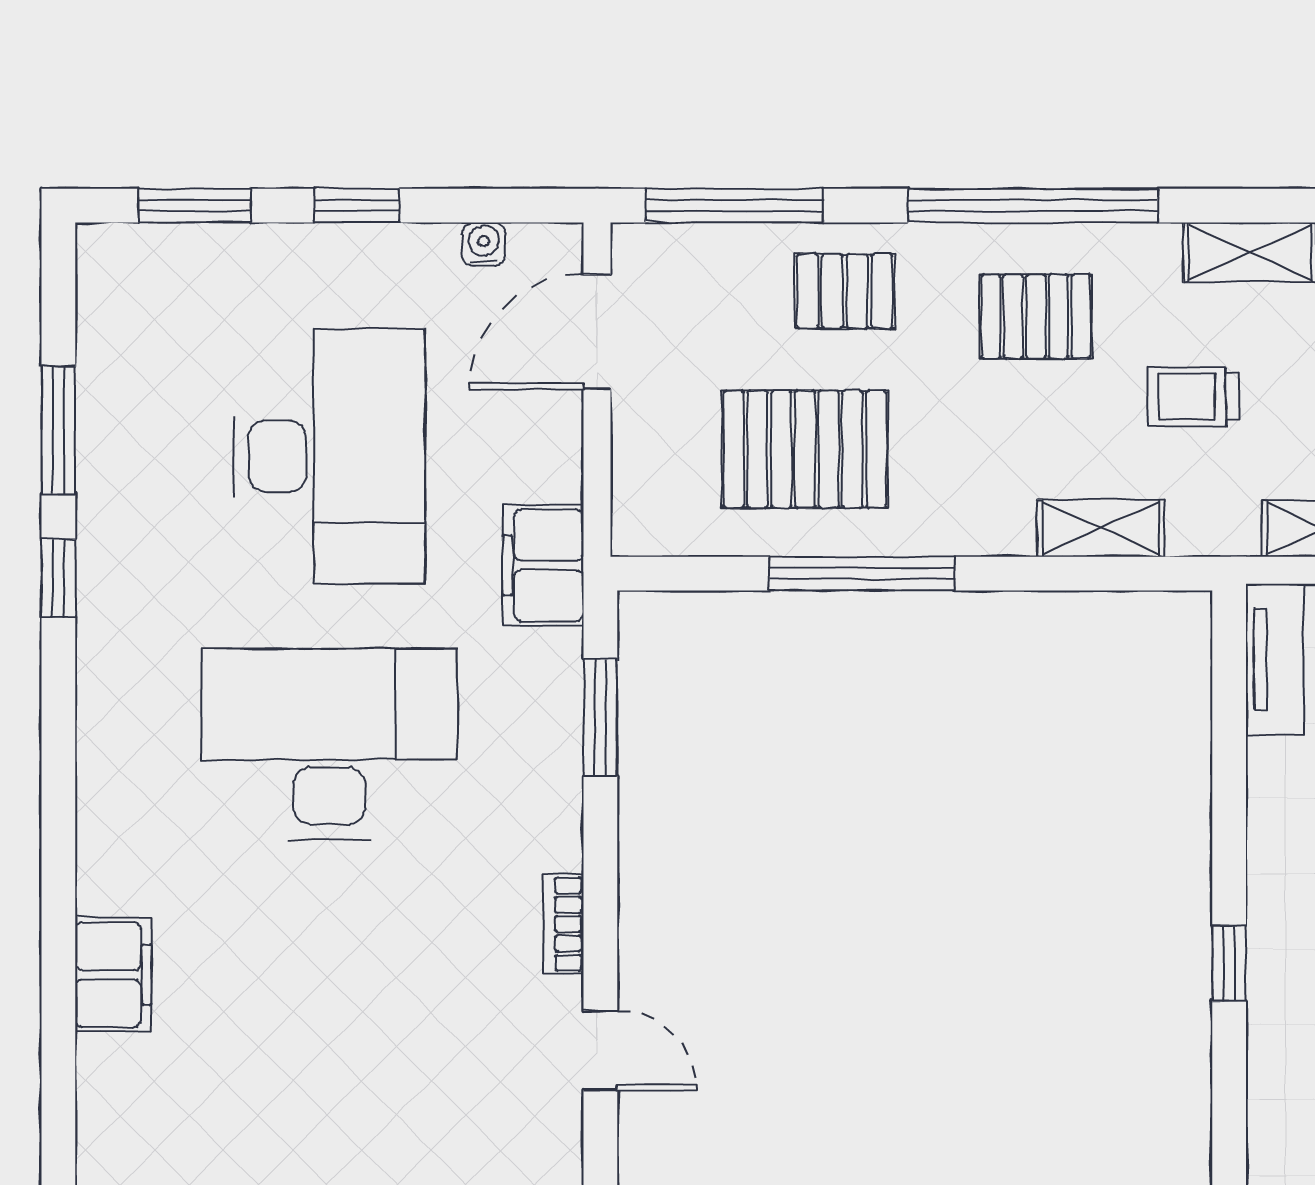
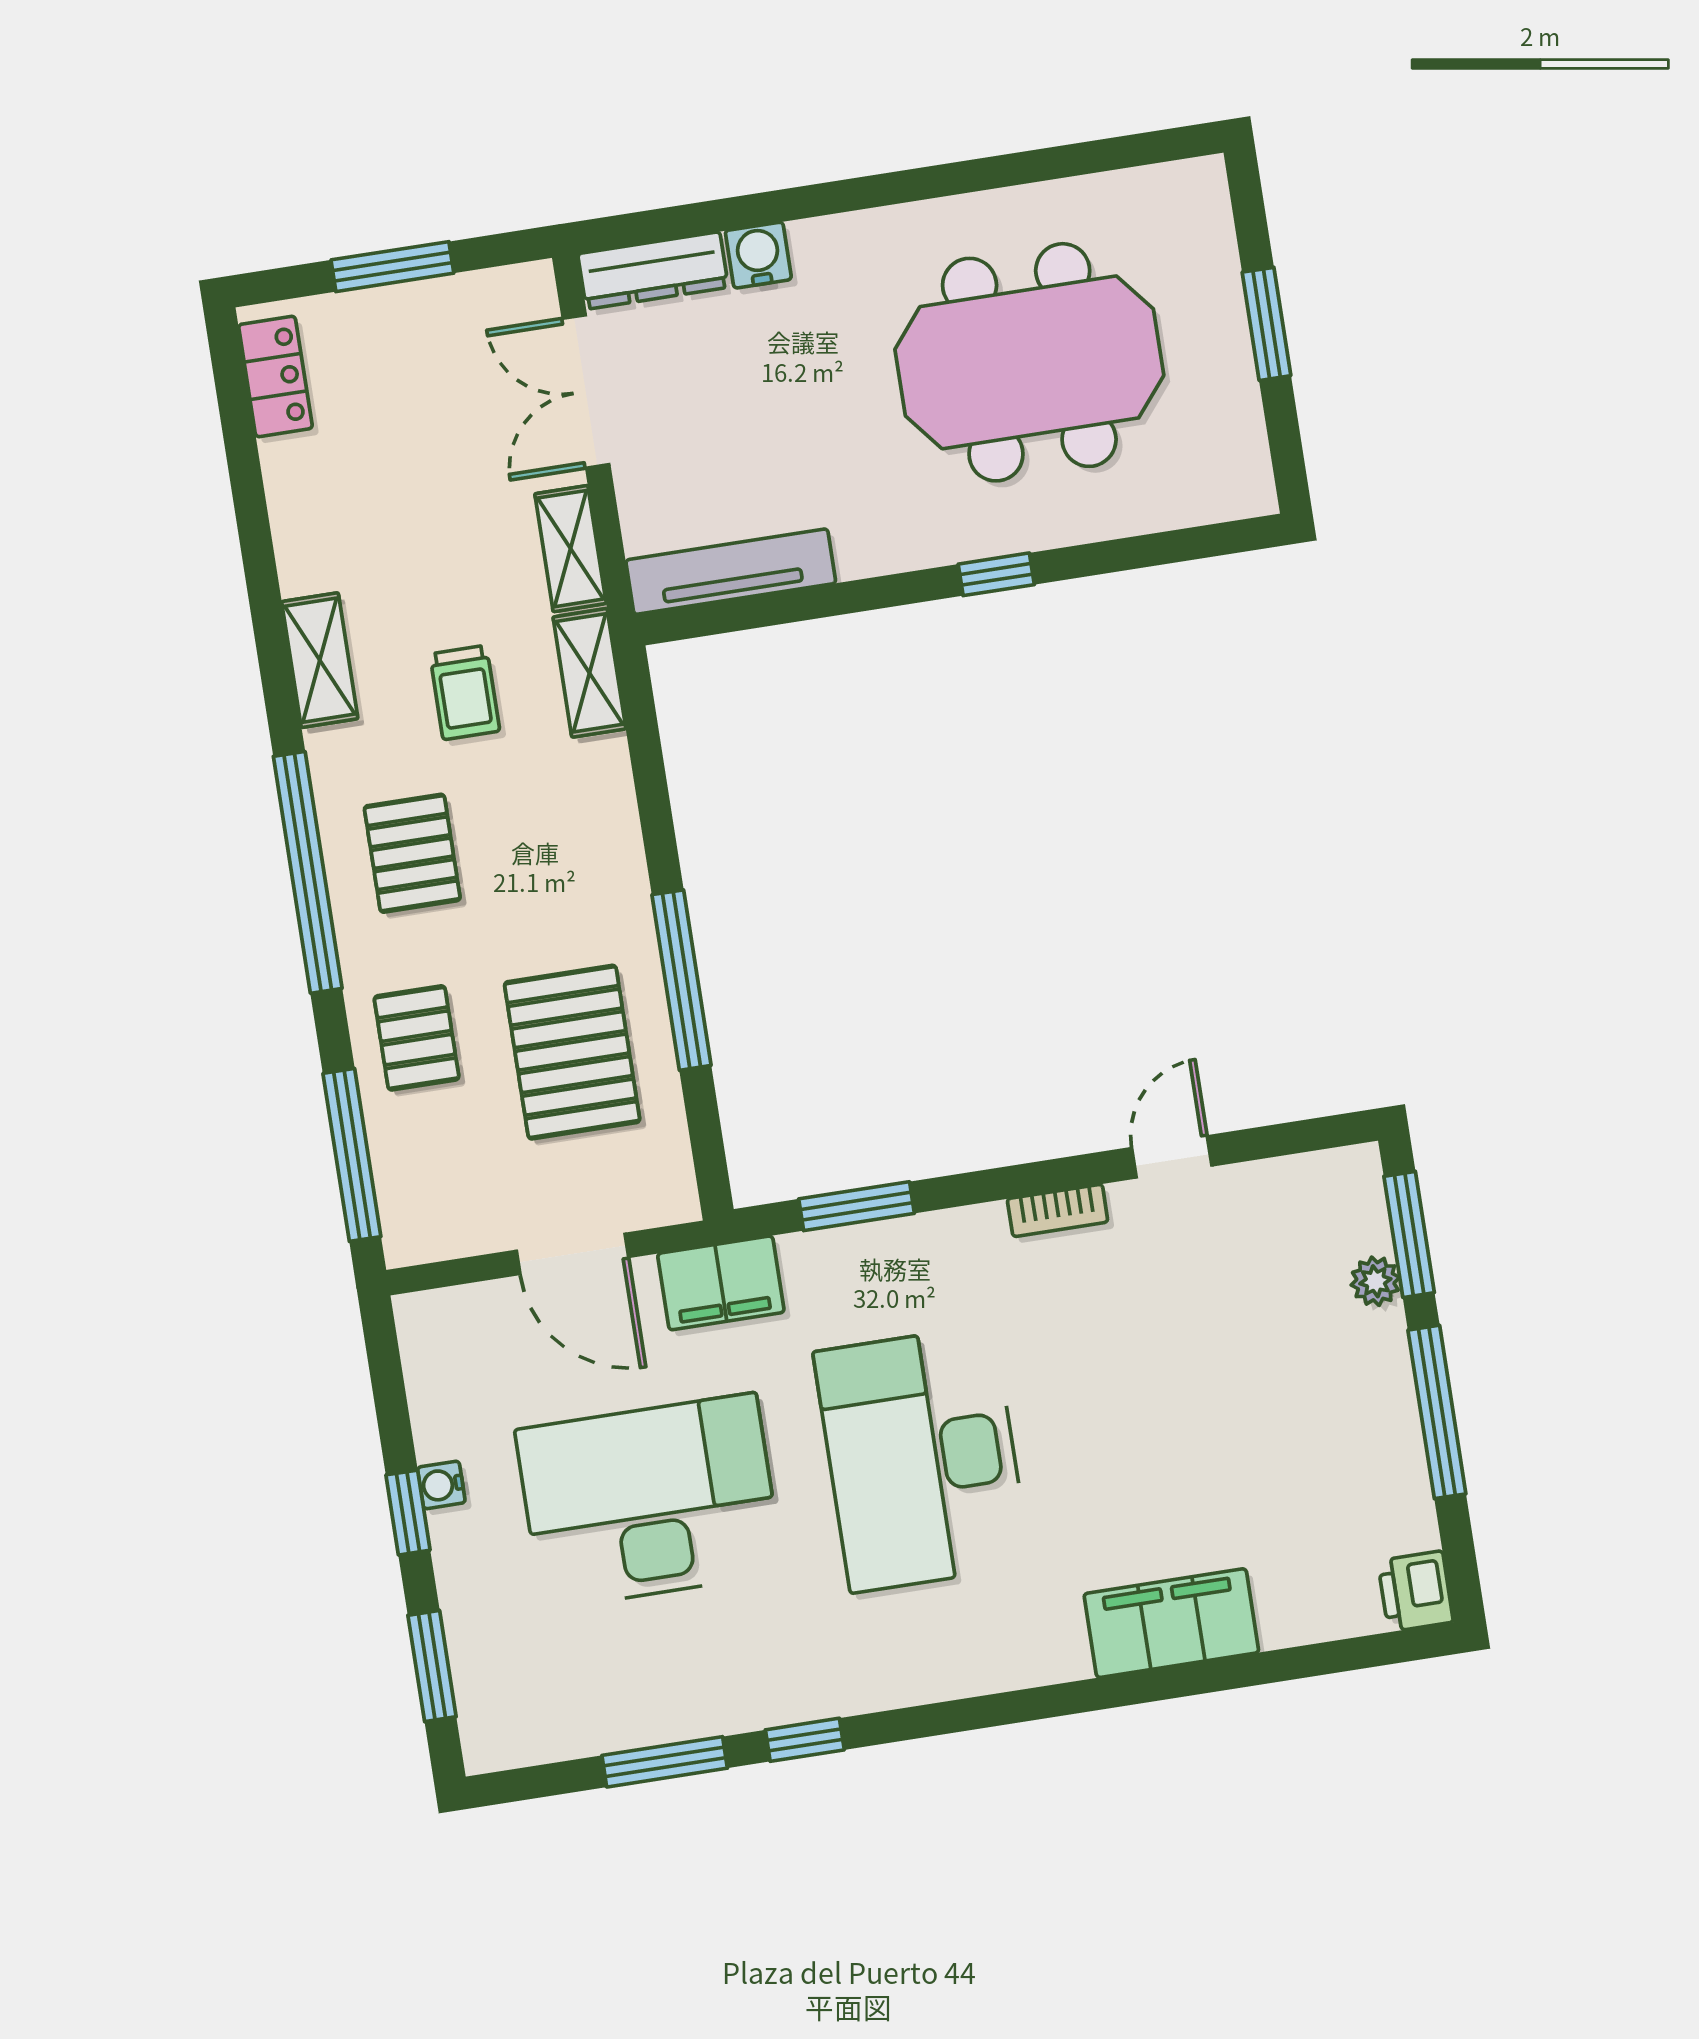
water cooler: (484, 244) -> (441, 1485), moved
door: (597, 332) -> (573, 1254), moved
shelving: (1101, 528) -> (589, 673), moved
tv unit: (1275, 659) -> (731, 572), width x1.41
filing cabinet: (113, 975) -> (1171, 1623), width x1.50, depth x1.17

